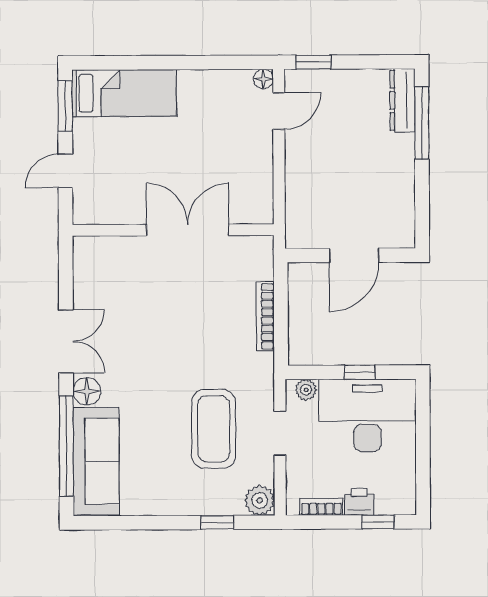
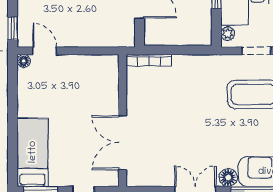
double door: (188, 230) -> (123, 143), moved
bookcase: (265, 316) -> (149, 60), moved

